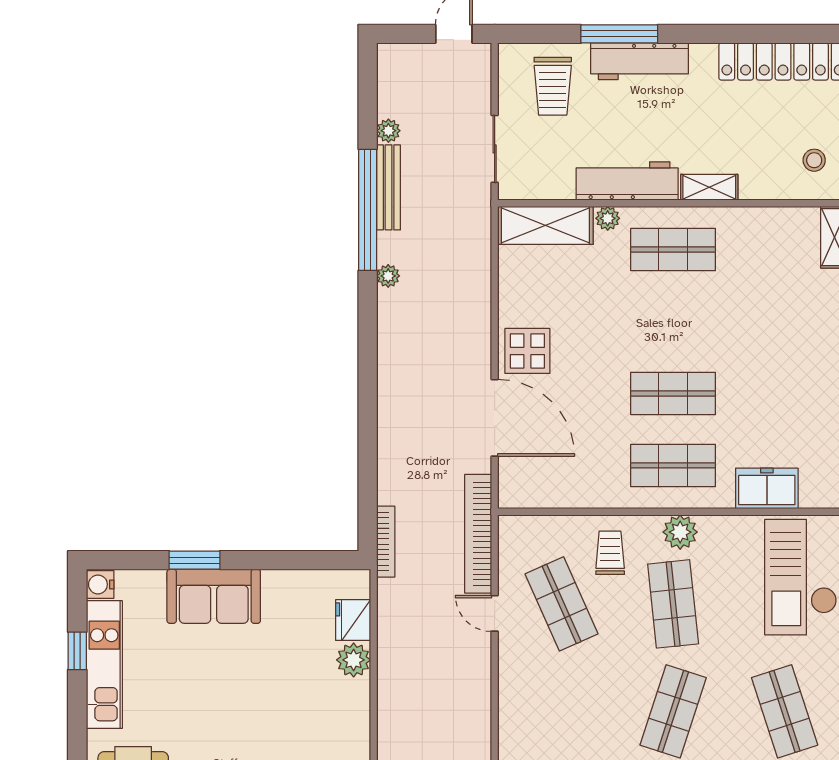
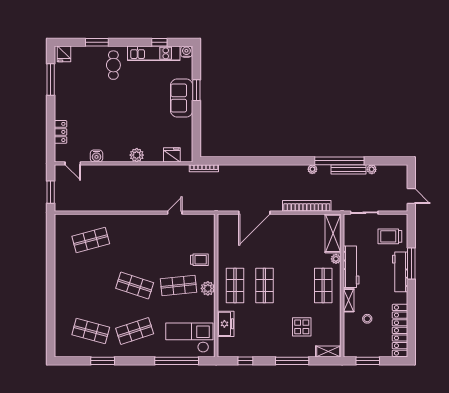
stool: (814, 160) -> (367, 319), moved
display table: (527, 351) -> (302, 327), moved
bookcase: (478, 534) -> (307, 206), moved
shop shelf: (562, 604) -> (179, 240), removed
plant: (354, 660) -> (137, 155), moved

